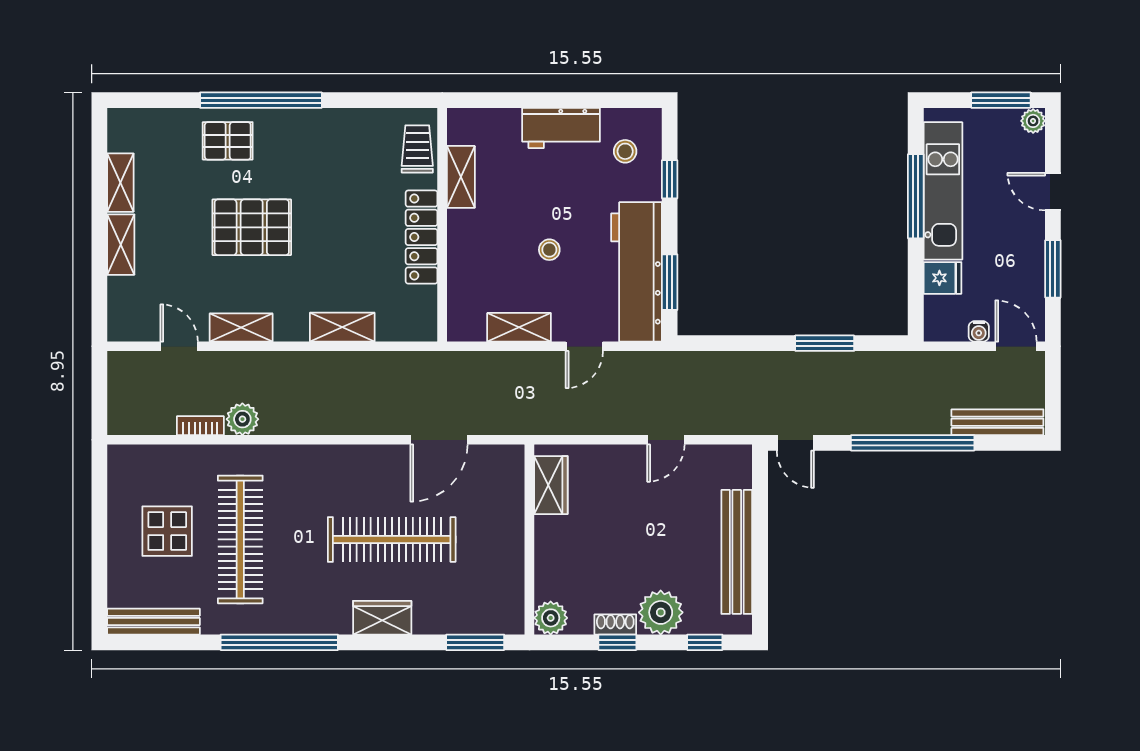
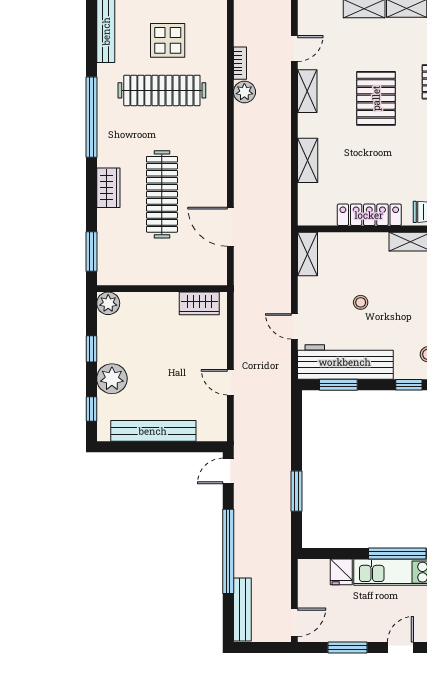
shelving: (519, 327) -> (307, 254), moved
water cooler: (979, 331) -> (305, 597), removed
shoe rack: (615, 624) -> (104, 348), removed

